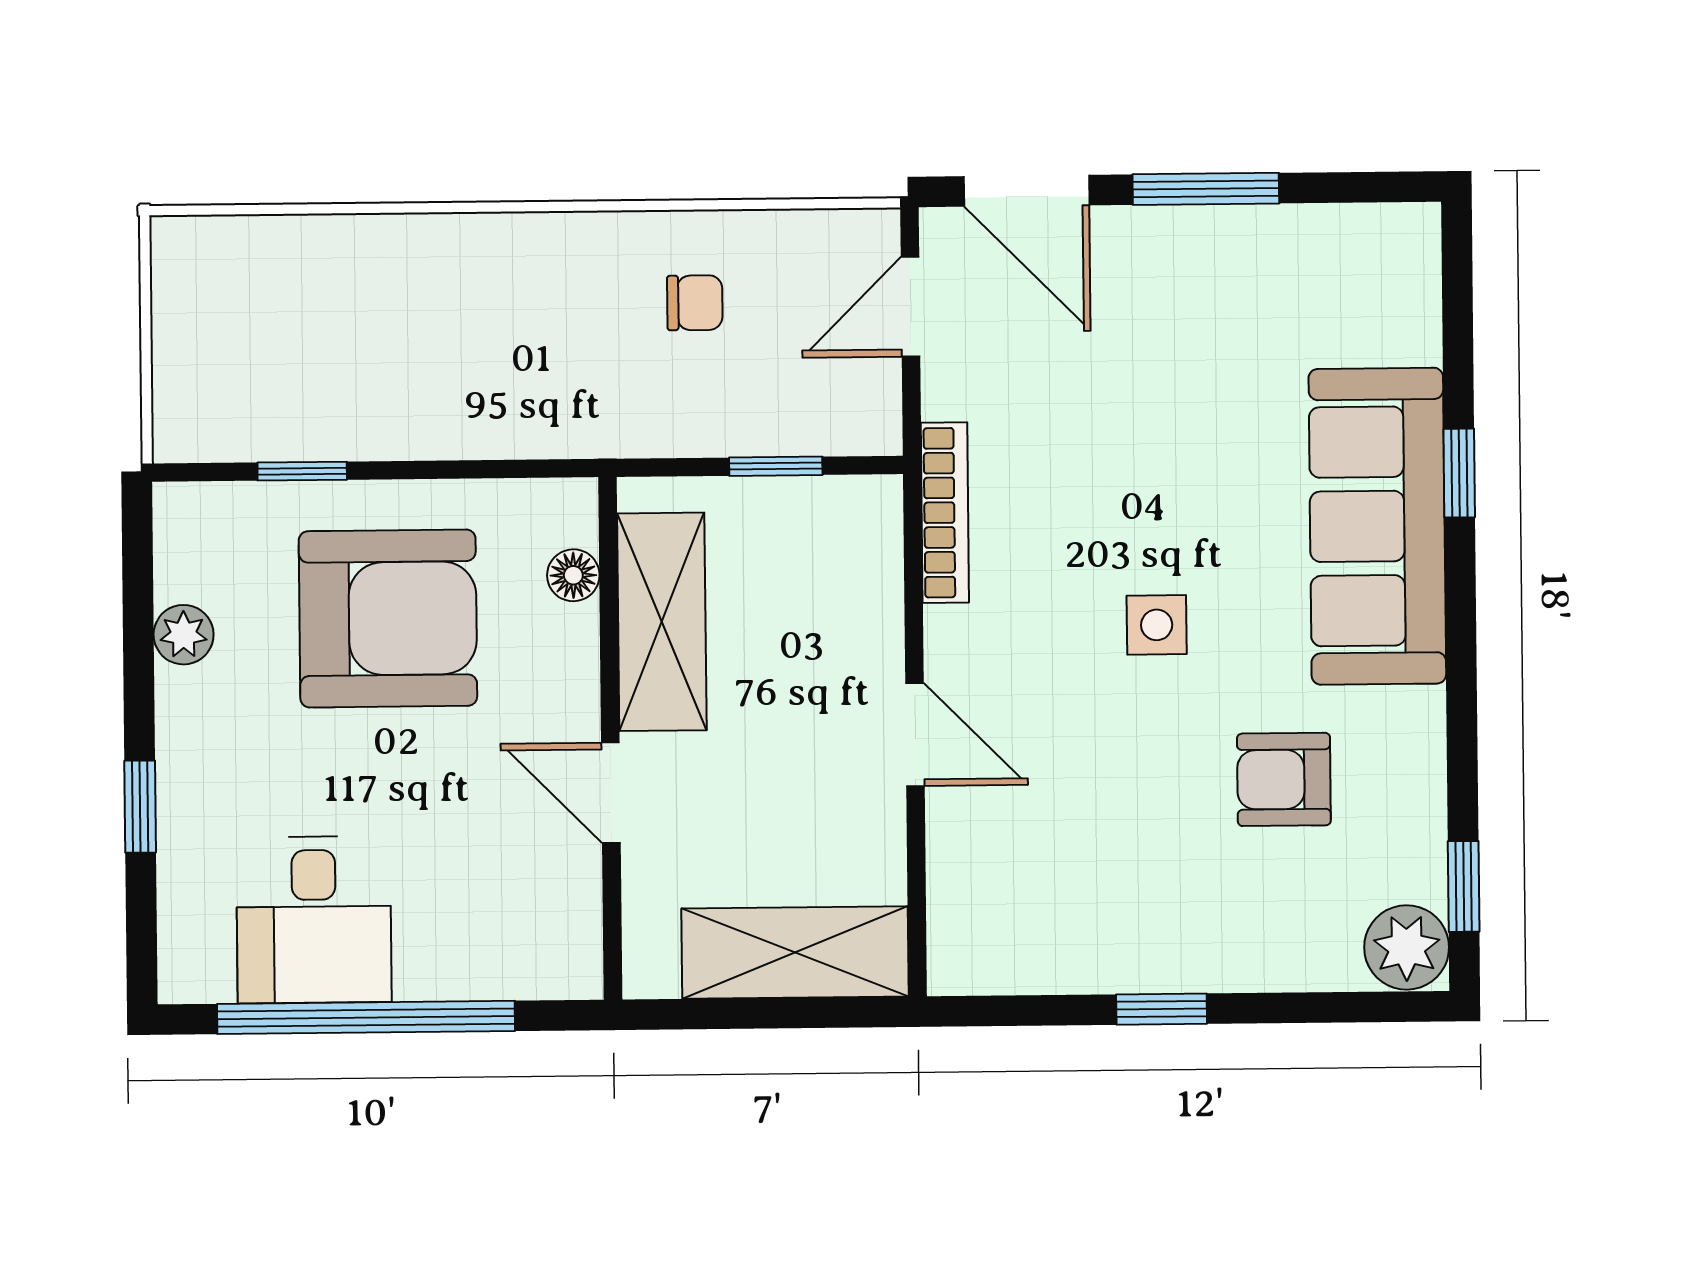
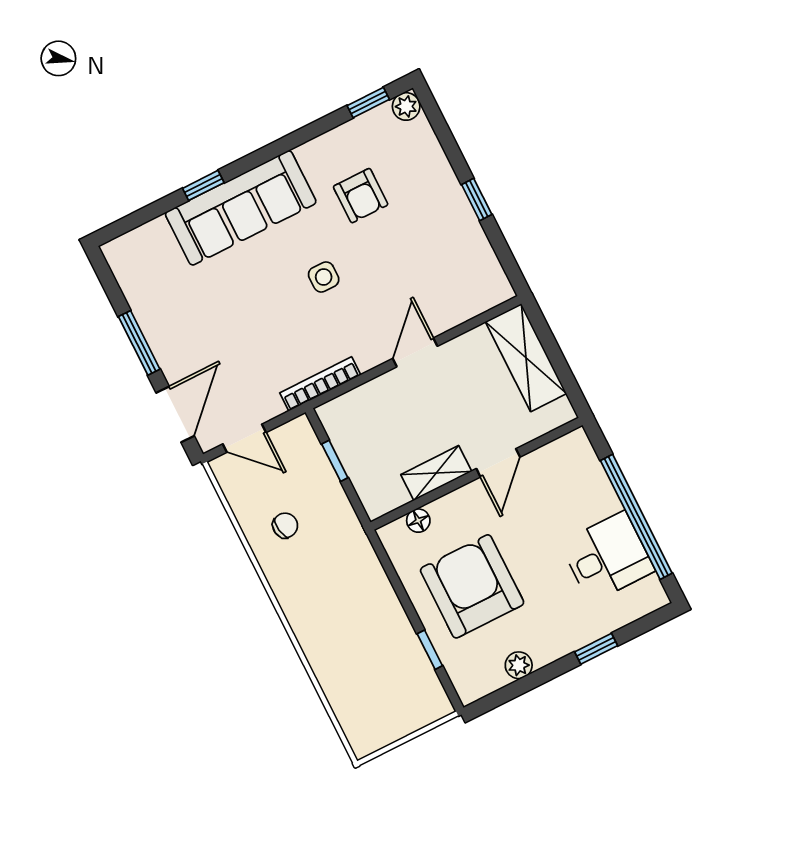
chair: (695, 303) -> (285, 525), turned 81
shelving: (662, 622) -> (436, 473), width x0.67, depth x0.75
plant: (1407, 947) -> (406, 106), width x0.73, depth x0.73

